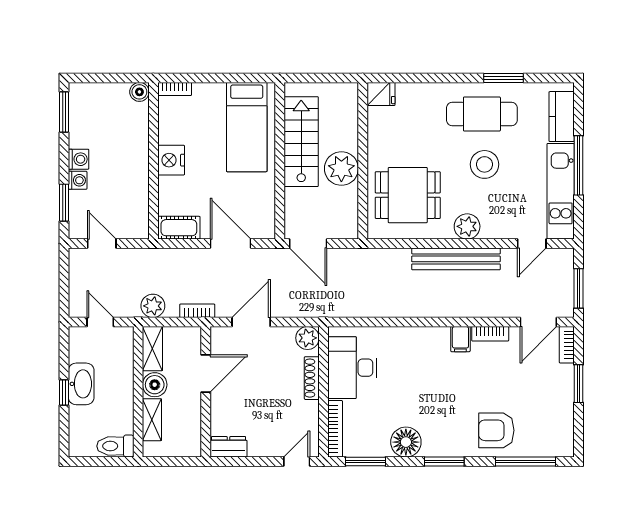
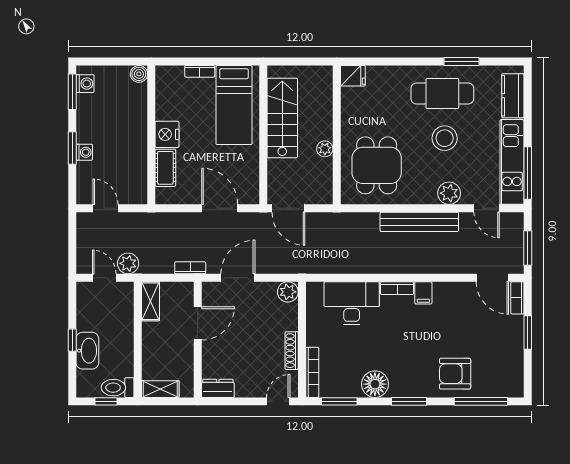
bookcase: (175, 89) -> (200, 71), moved
washing machine: (79, 159) -> (85, 84), moved
window: (578, 165) -> (528, 173), moved
plant: (341, 169) -> (325, 149), width x0.53, depth x0.53
dining table: (408, 195) -> (377, 165), turned 90
window: (64, 203) -> (72, 148), moved
plant: (467, 226) -> (449, 193), moved
cot: (179, 228) -> (165, 168), moved, turned 90
door: (532, 244) -> (487, 208), hinge flipped
plant: (153, 306) -> (128, 263), moved
door: (538, 322) -> (492, 278), hinge flipped
bookcase: (490, 334) -> (397, 288), moved
desk: (352, 368) -> (352, 303), moved, turned 90
shoe rack: (312, 378) -> (292, 351), moved
washbasin: (81, 384) -> (87, 351), moved
boiler: (155, 385) -> (152, 333), removed
shelving: (152, 420) -> (160, 389), moved, turned 90
window: (102, 462) -> (106, 401), added

